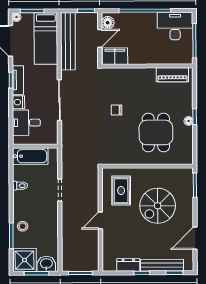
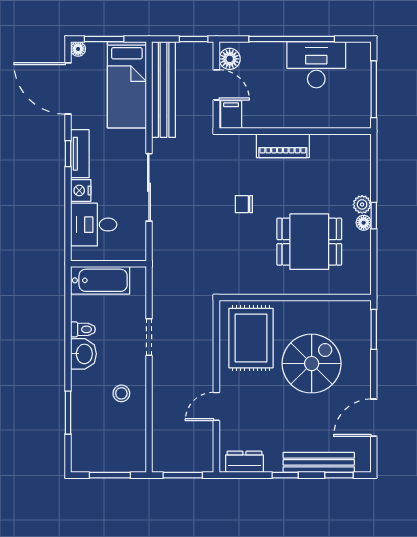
desk: (175, 26) -> (316, 65), moved
door: (100, 38) -> (216, 85), hinge flipped
filing cabinet: (115, 56) -> (231, 114), width x0.50
piano: (172, 75) -> (283, 146), moved
plant: (188, 110) -> (362, 204), added
dining table: (156, 132) -> (309, 242), turned 90
rug: (121, 191) -> (251, 338), width x1.36, depth x1.43
spiral stairs: (158, 206) -> (312, 364), turned 180
door: (100, 221) -> (216, 406), moved
stool: (23, 226) -> (121, 393), moved
shower: (25, 260) -> (90, 453), removed
washbasin: (46, 264) -> (84, 354), moved, turned 90
dresser: (128, 265) -> (244, 462), moved

